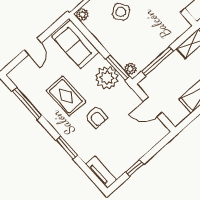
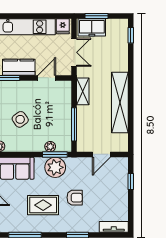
plant: (131, 69) -> (50, 147), moved
window: (135, 168) -> (131, 182), moved

